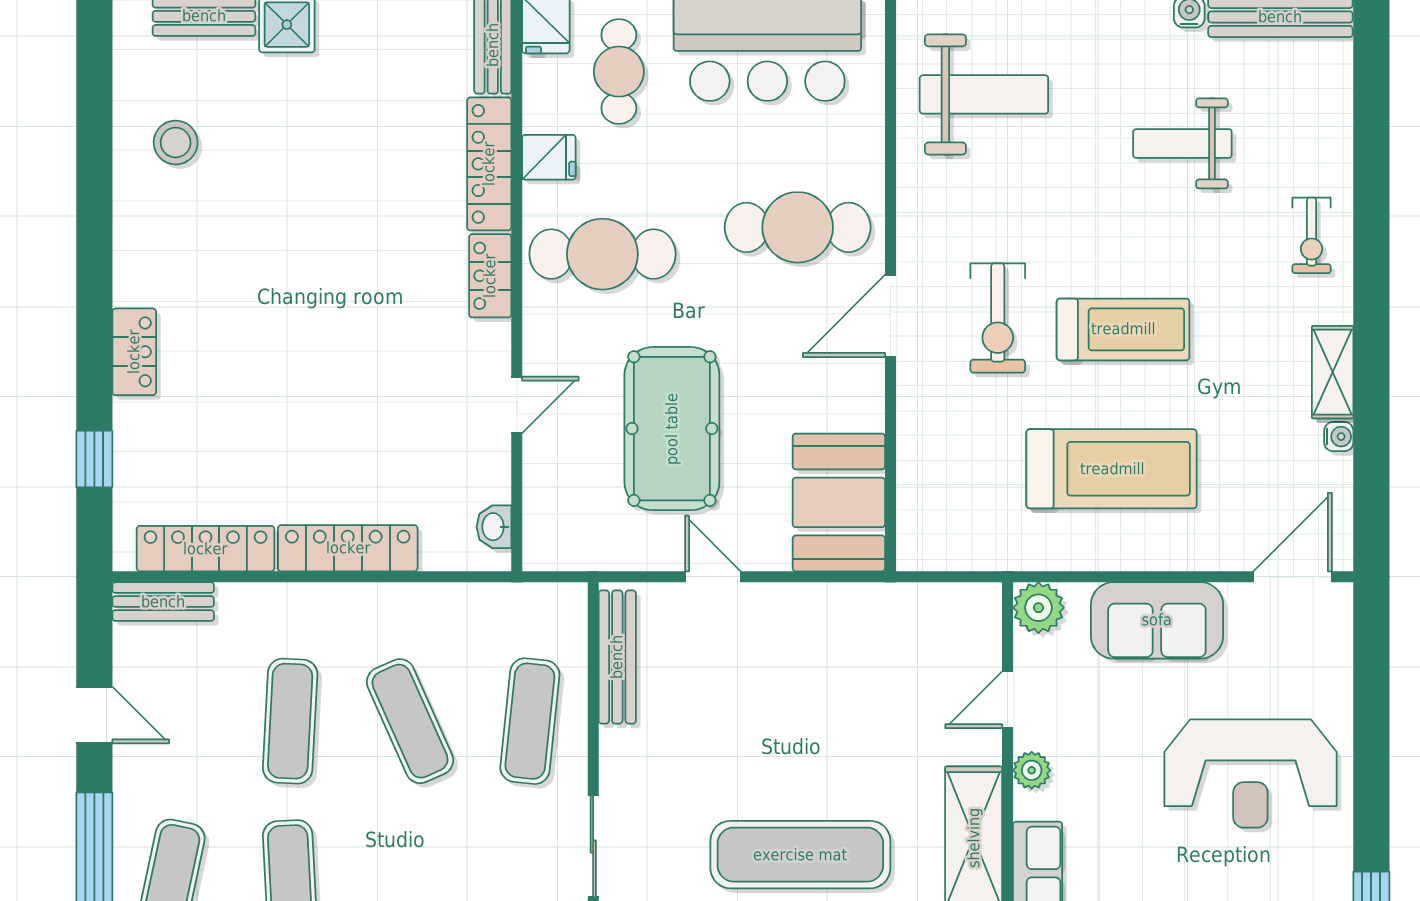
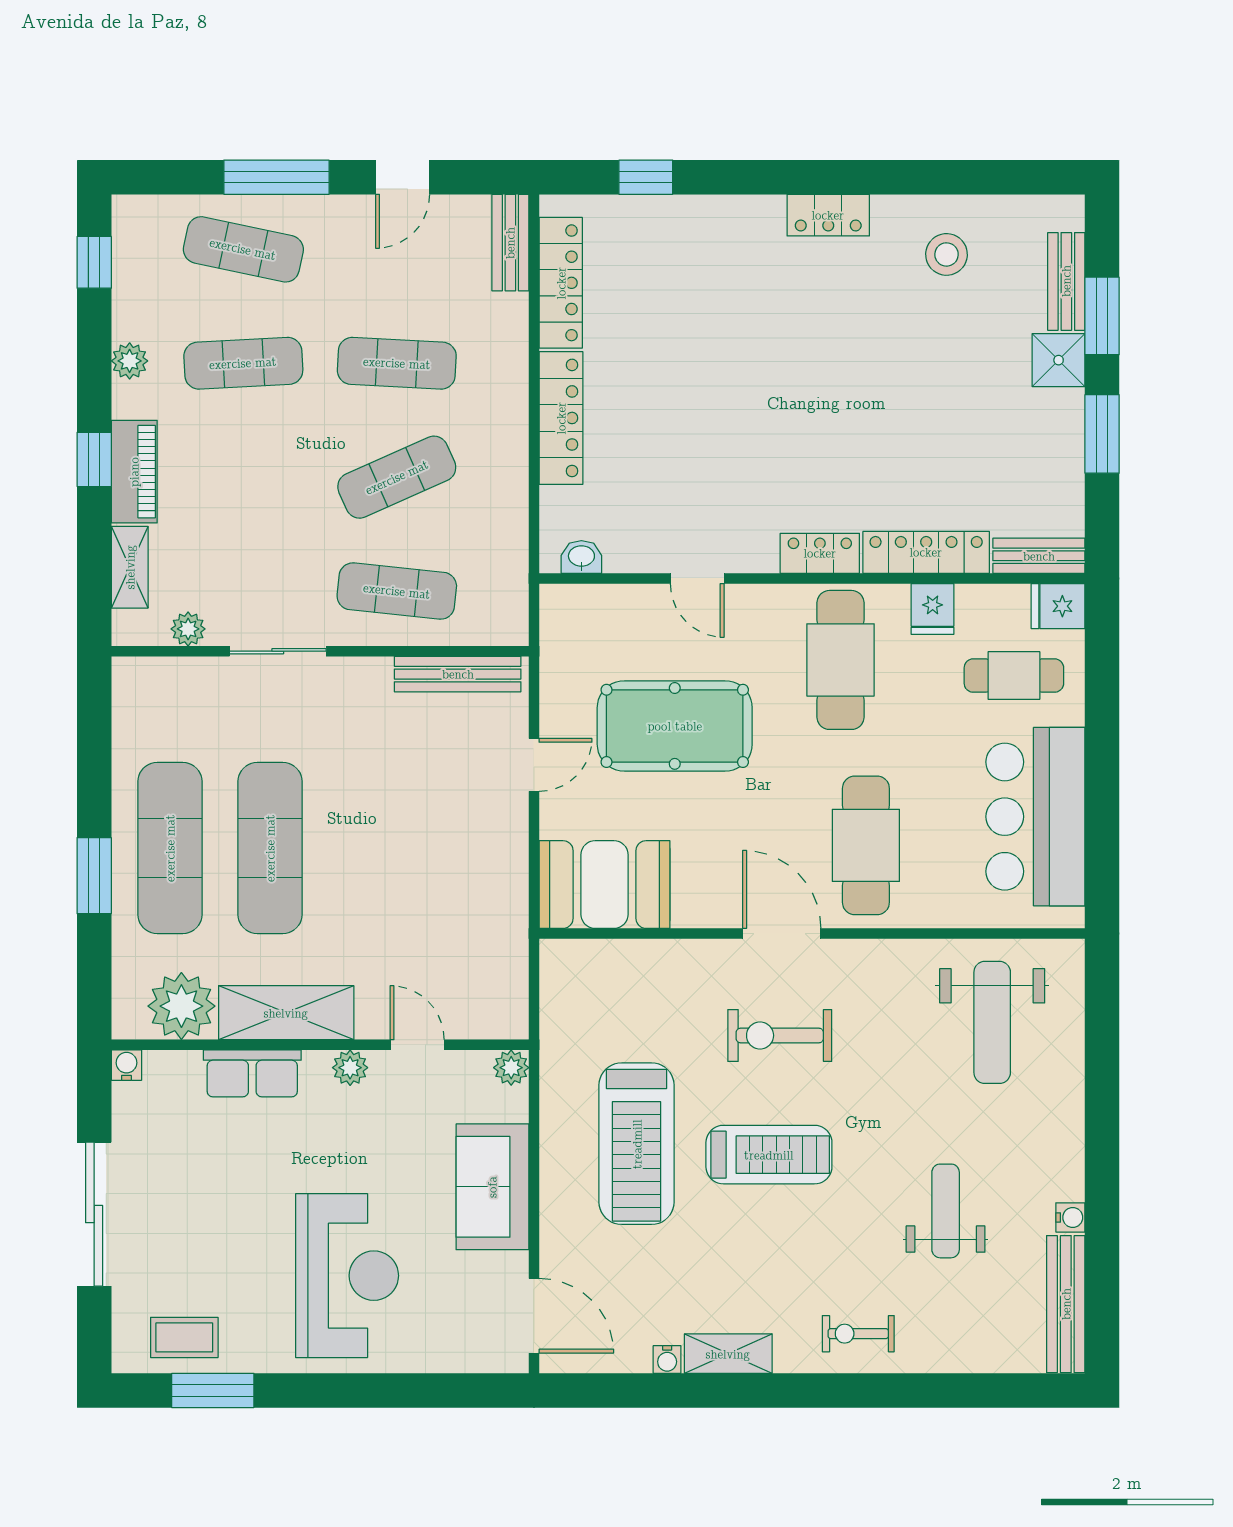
treadmill: (1123, 329) -> (769, 1155), turned -90
locker: (134, 352) -> (828, 215), moved
plant: (1038, 608) -> (511, 1068), width x0.73, depth x0.73
reception desk: (1250, 773) -> (347, 1276), turned 180

